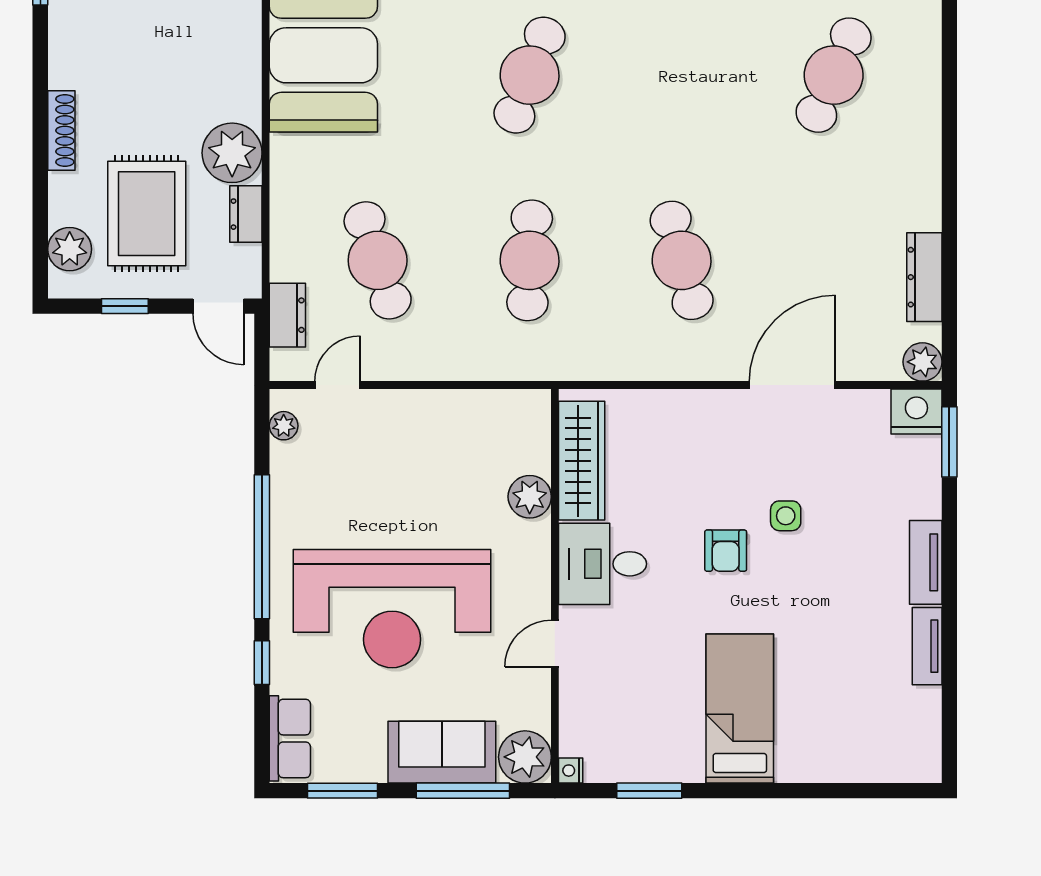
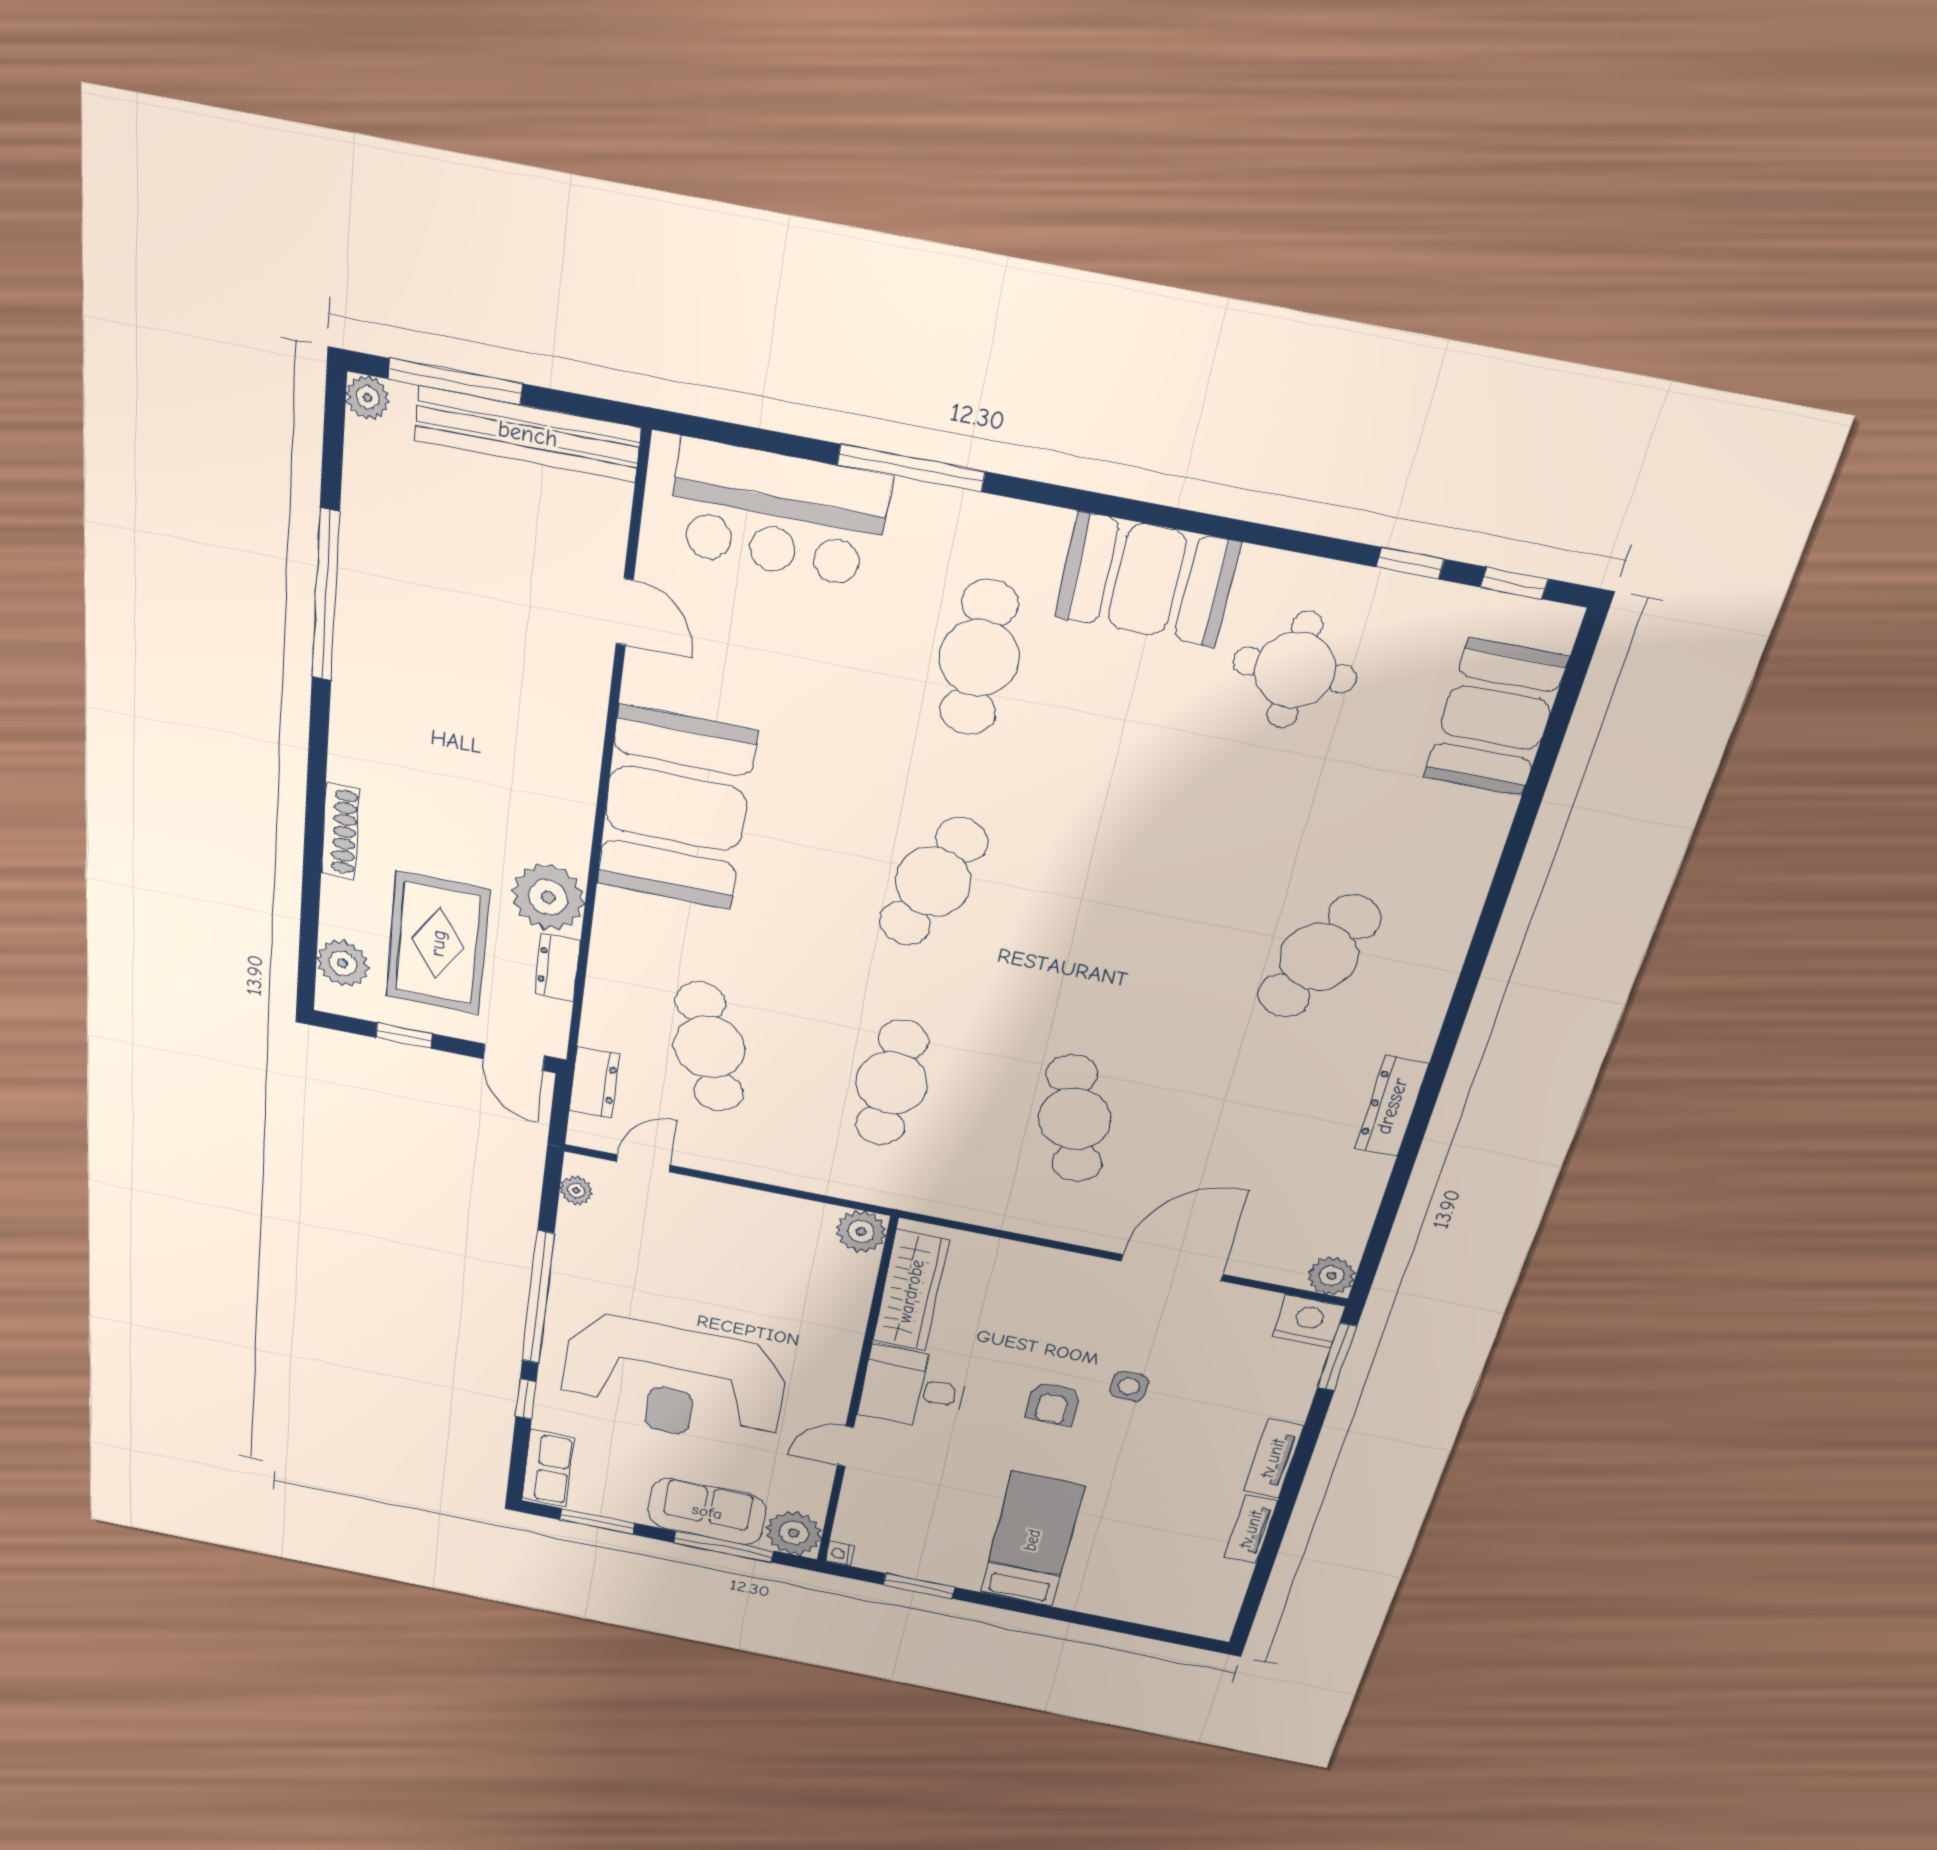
dresser: (924, 277) -> (1392, 1106), moved
plant: (530, 497) -> (861, 1231), moved

